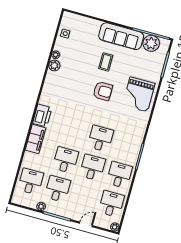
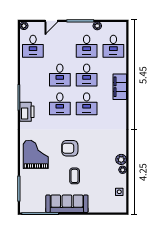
plant: (151, 43) -> (37, 205), removed
printer: (42, 115) -> (27, 112), moved, turned 180
desk: (119, 175) -> (87, 104), moved

